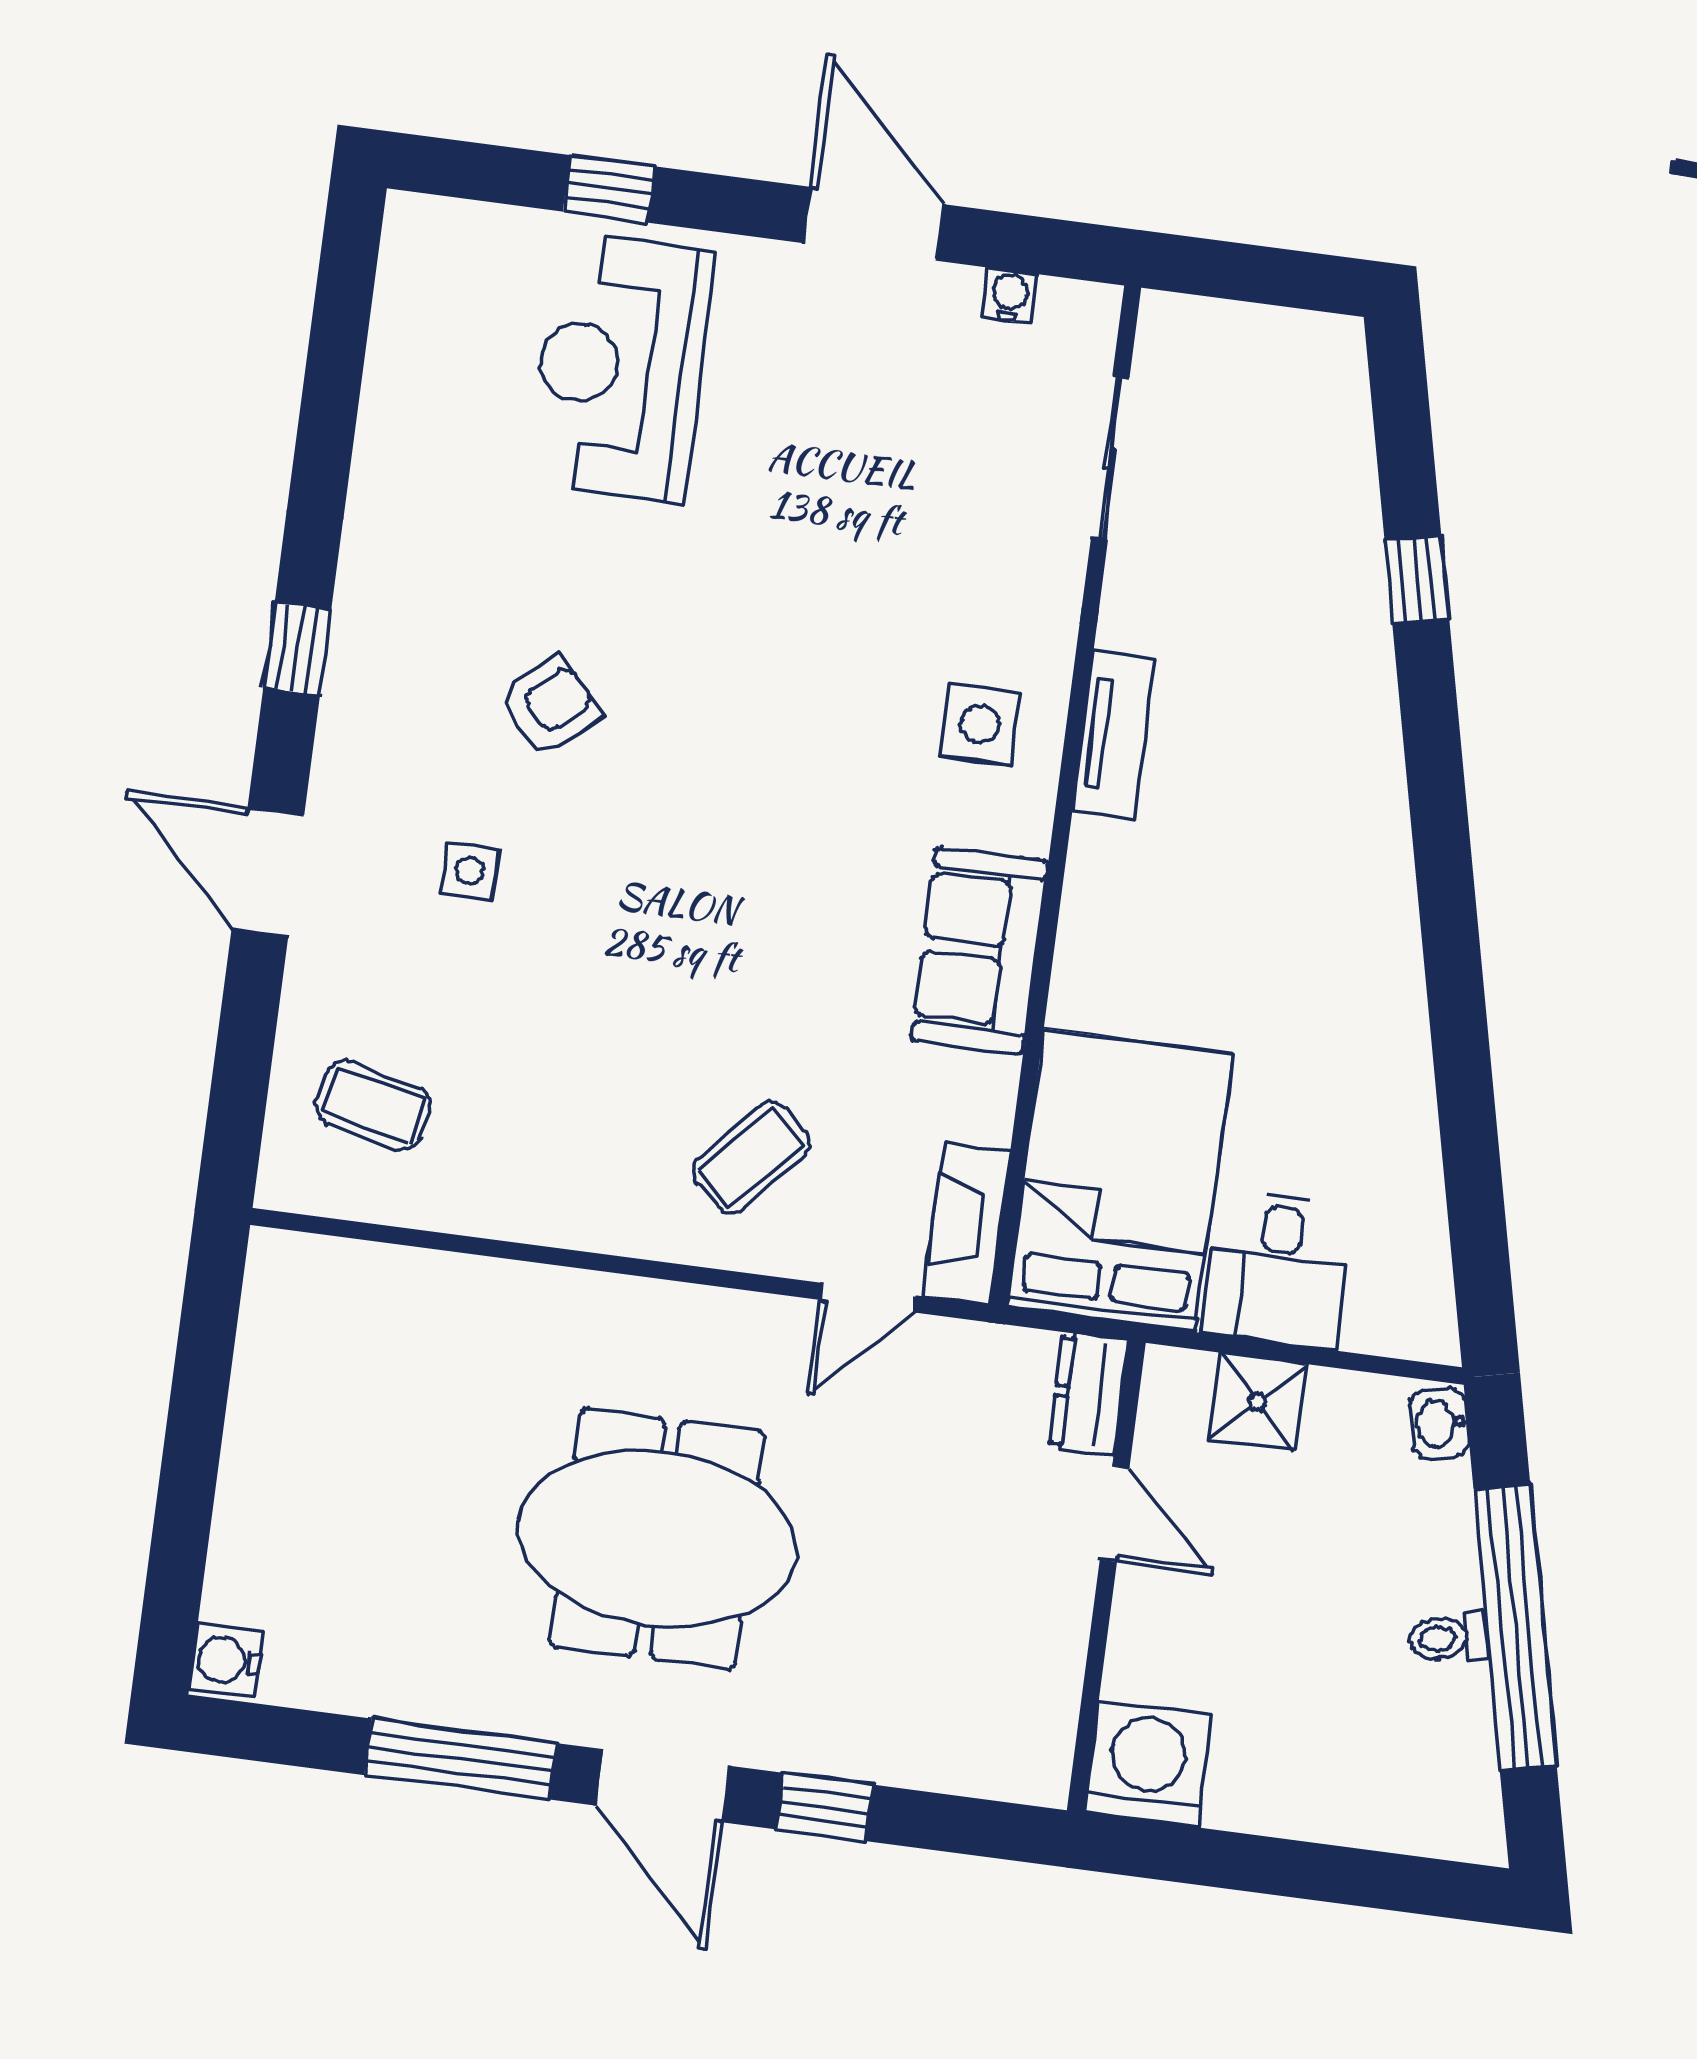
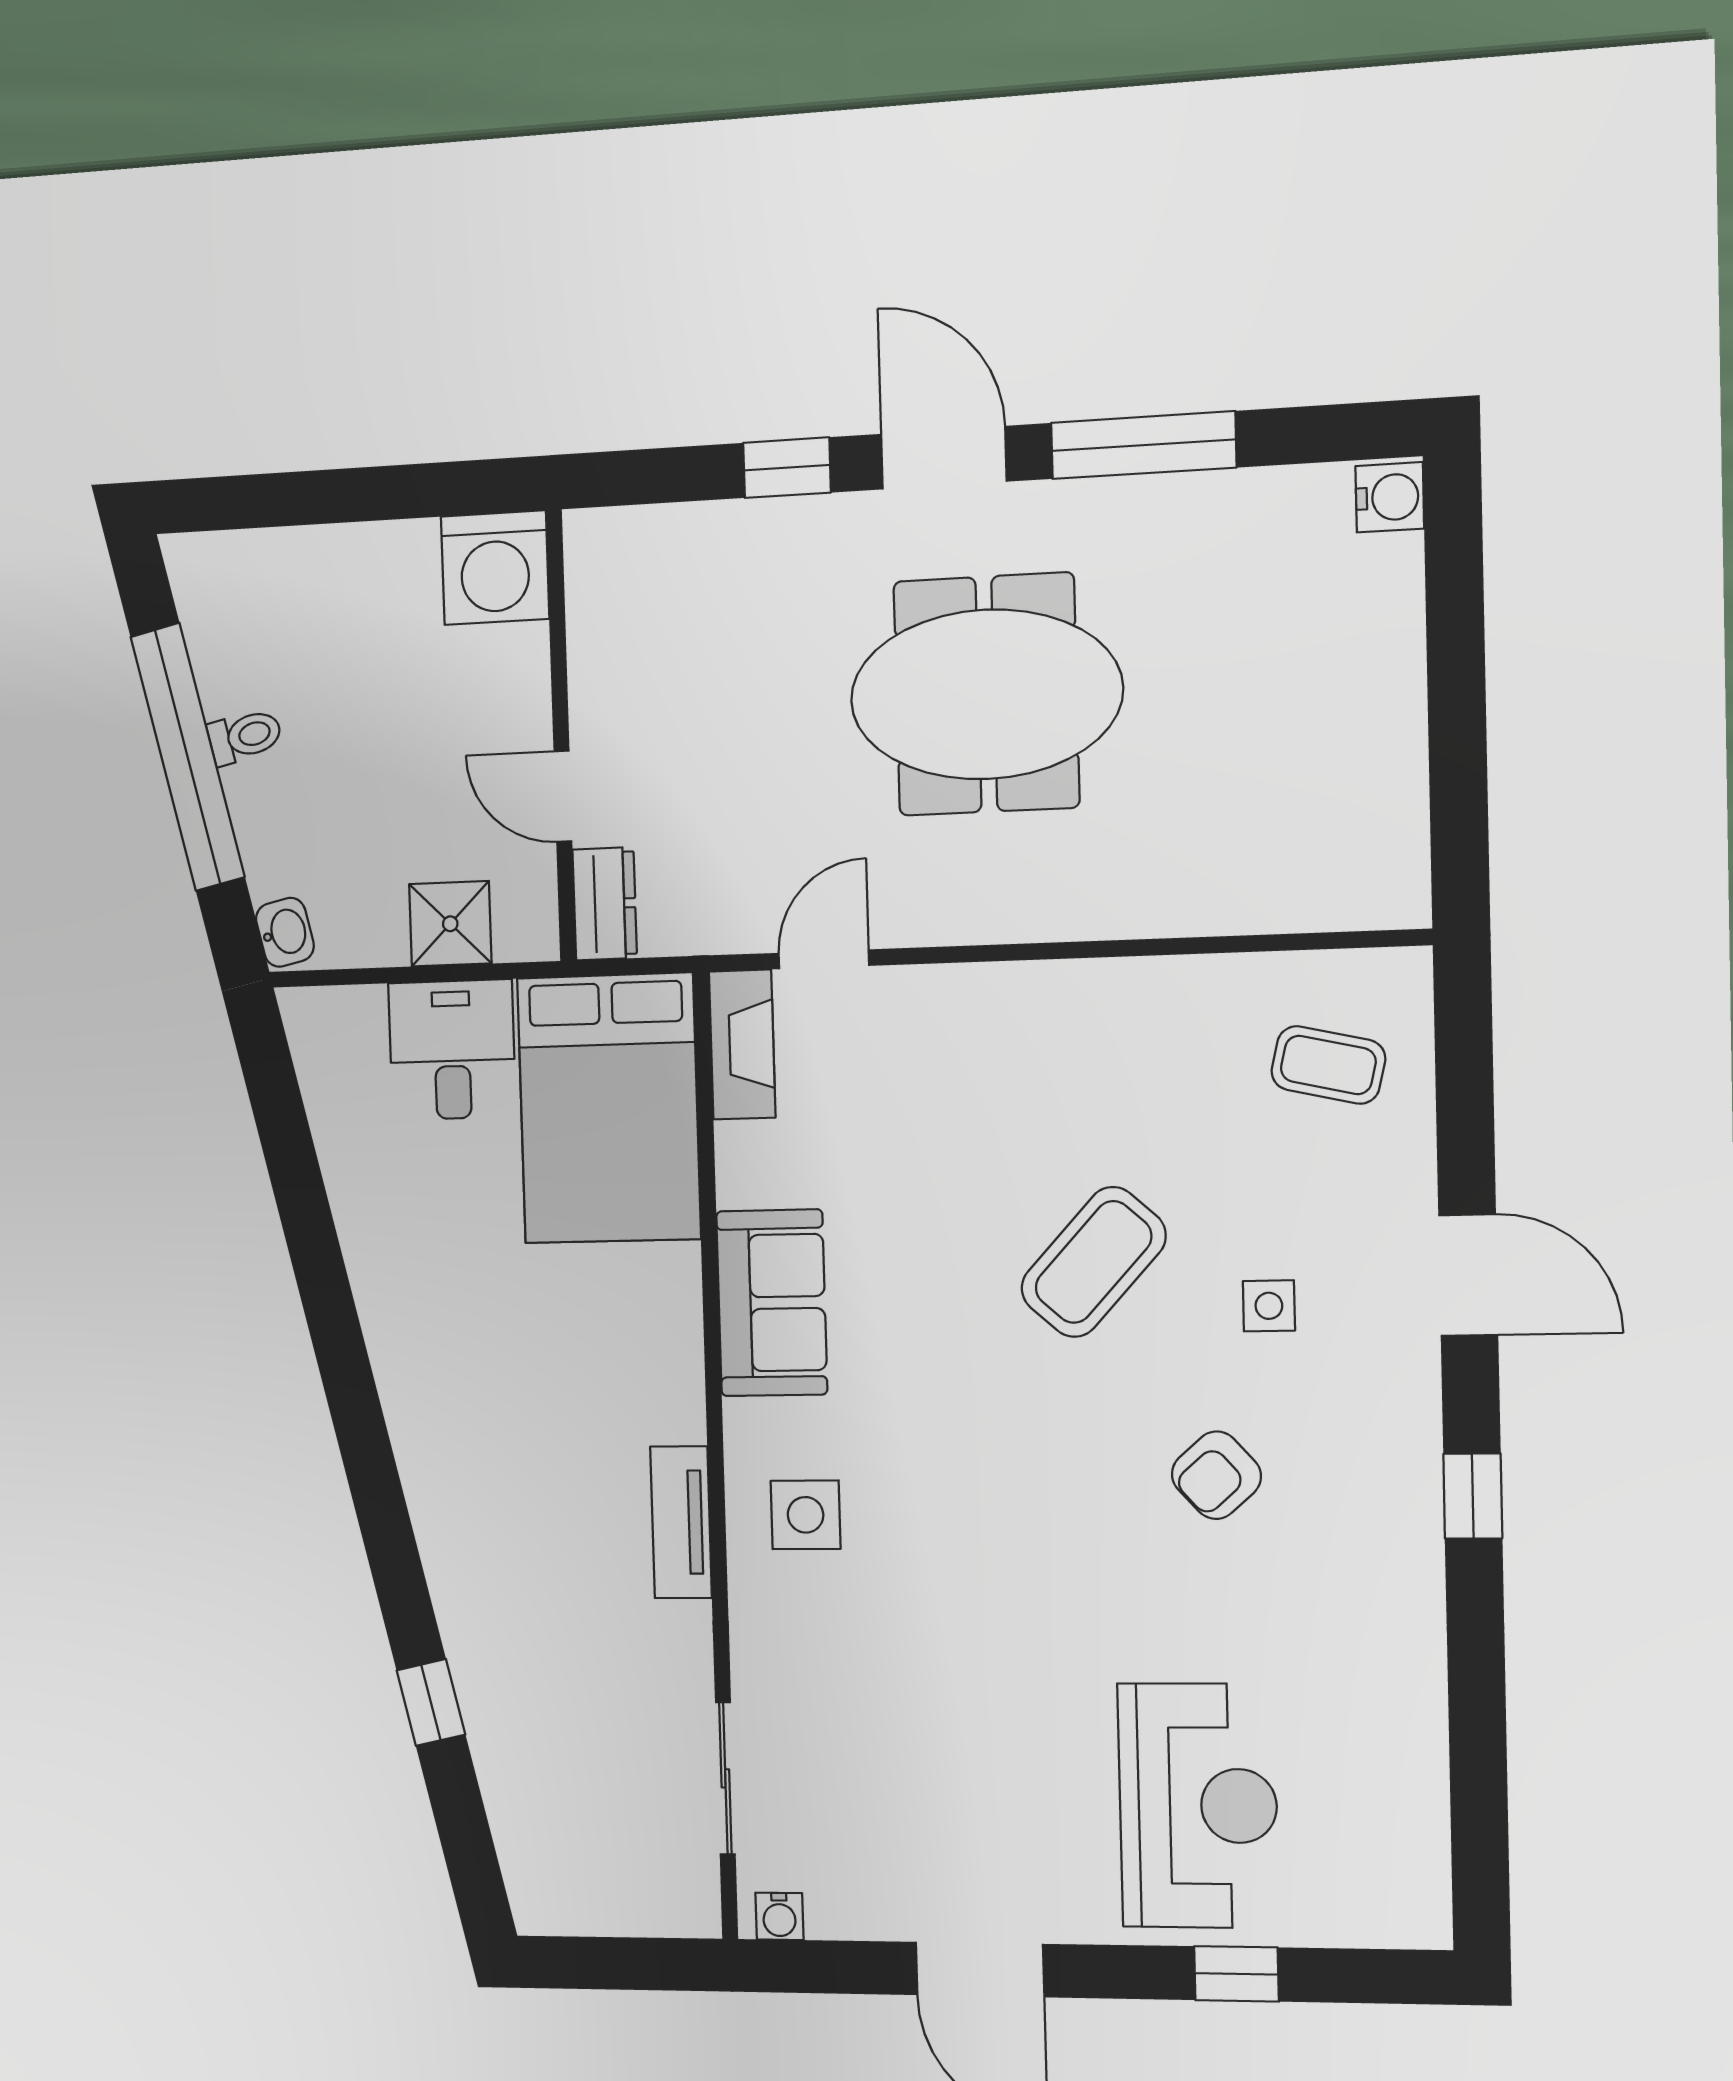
water cooler: (1009, 296) -> (779, 1916), moved
coffee table: (751, 1158) -> (1094, 1262), moved, width x1.36, depth x1.30

